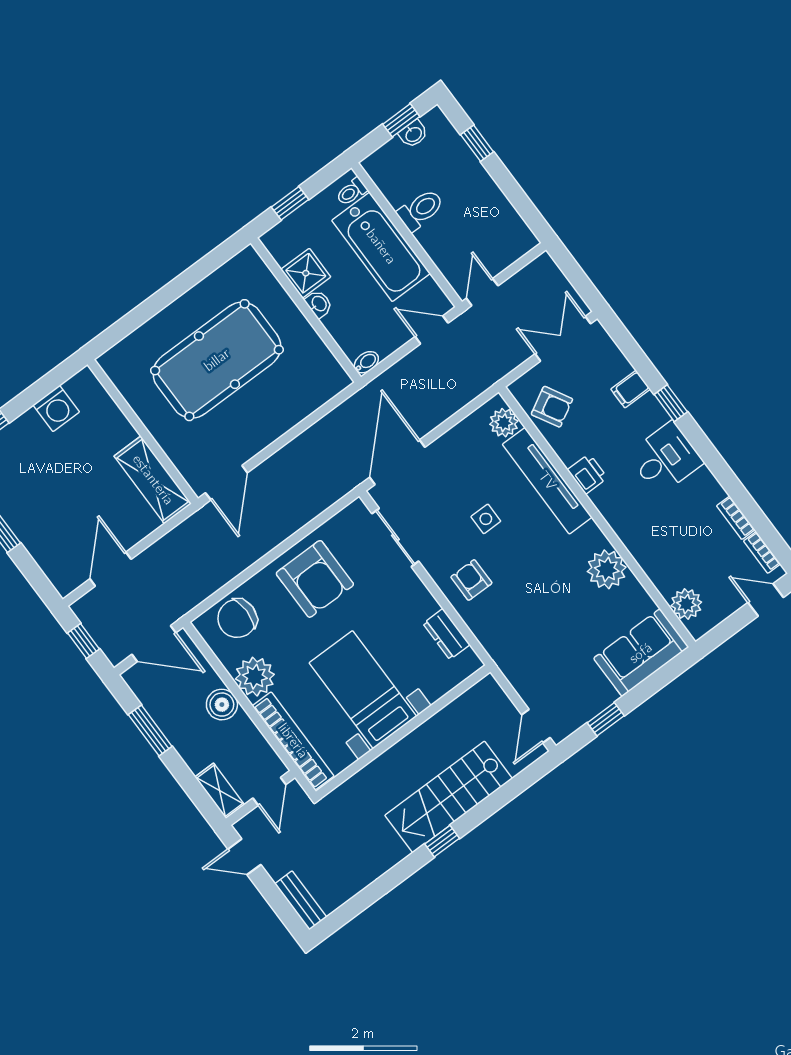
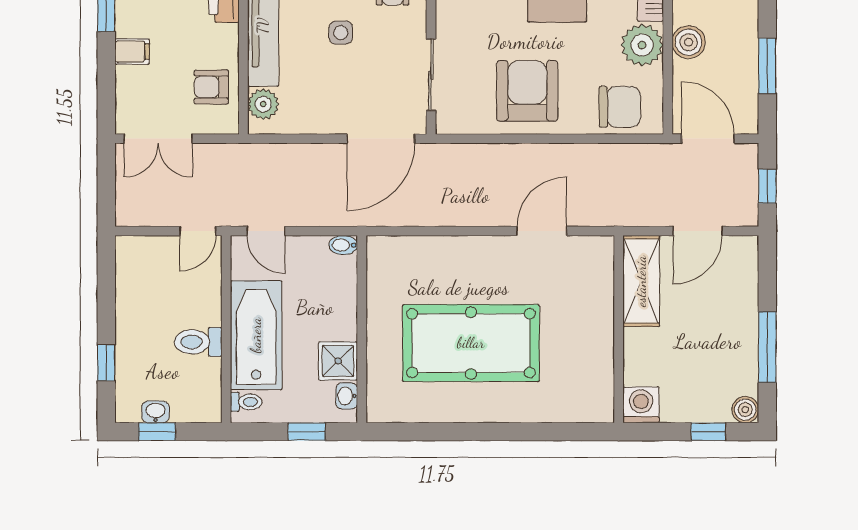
washbasin: (319, 304) -> (347, 396), moved
armchair: (552, 407) -> (211, 87), turned -61
wall: (143, 432) -> (619, 329), moved
shelving: (153, 480) -> (641, 281), moved

